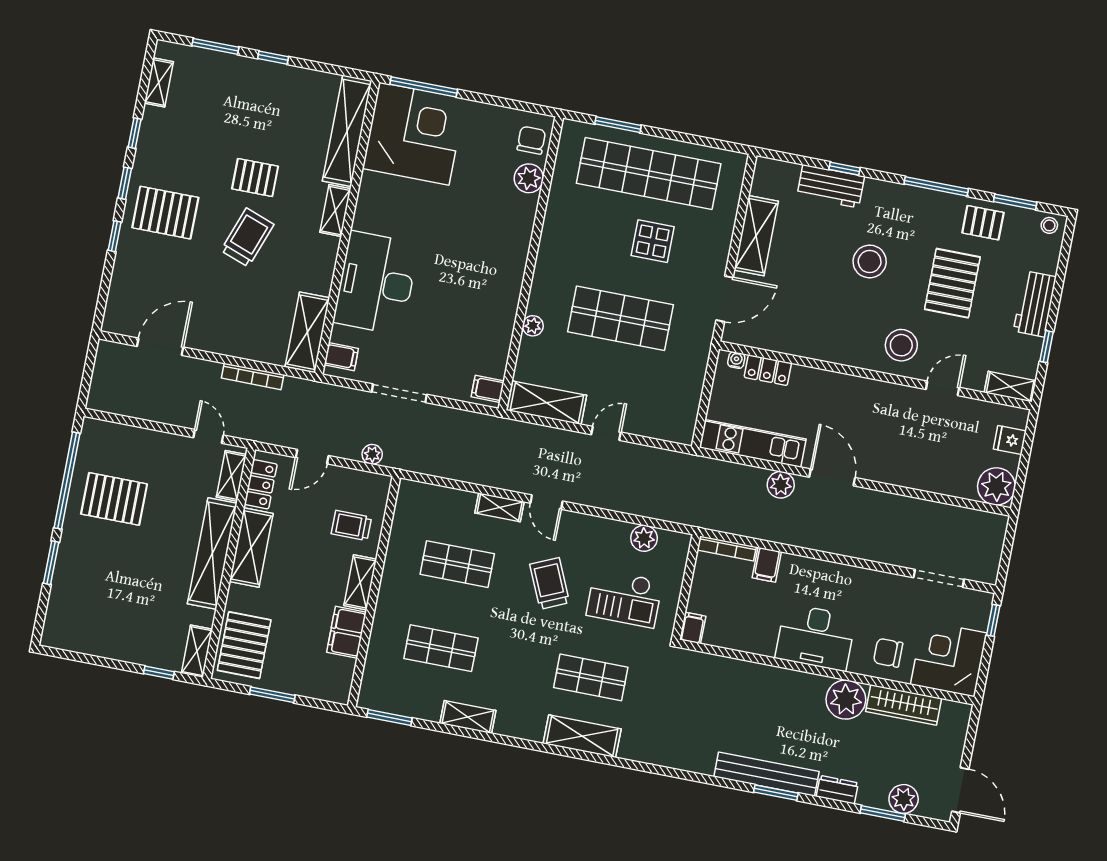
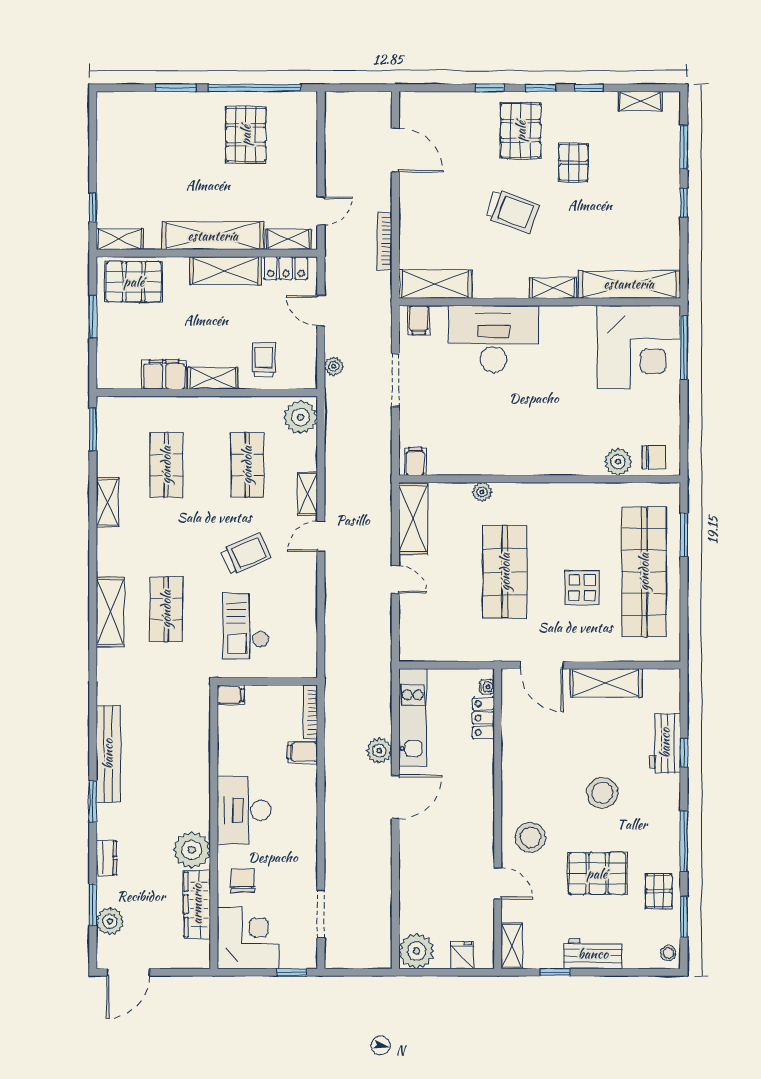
pallet: (255, 178) -> (573, 163), moved
plant: (644, 538) -> (300, 417), moved, width x1.36, depth x1.36
bench: (766, 774) -> (108, 754), moved

